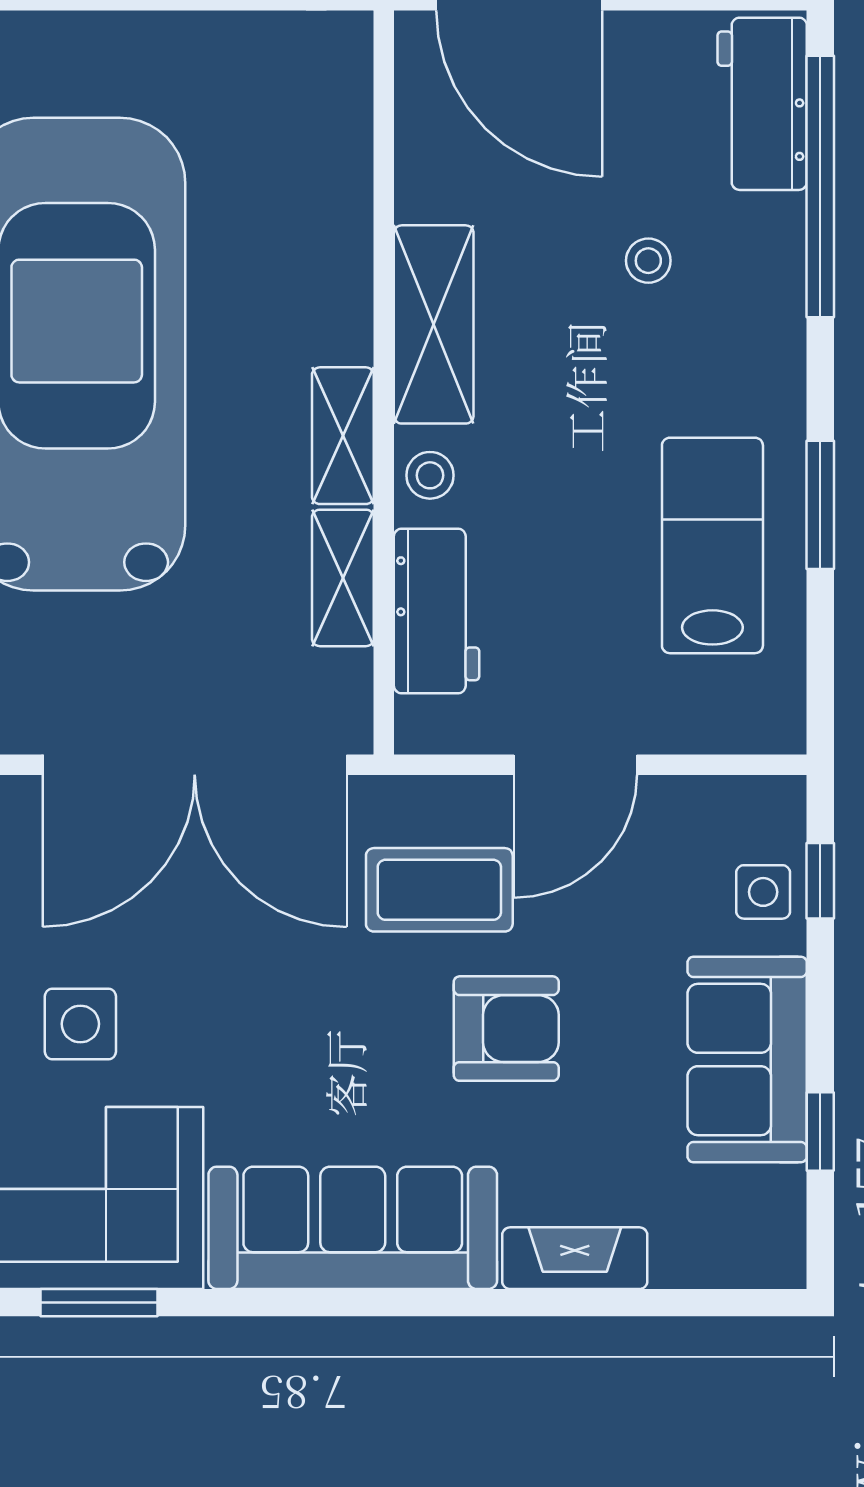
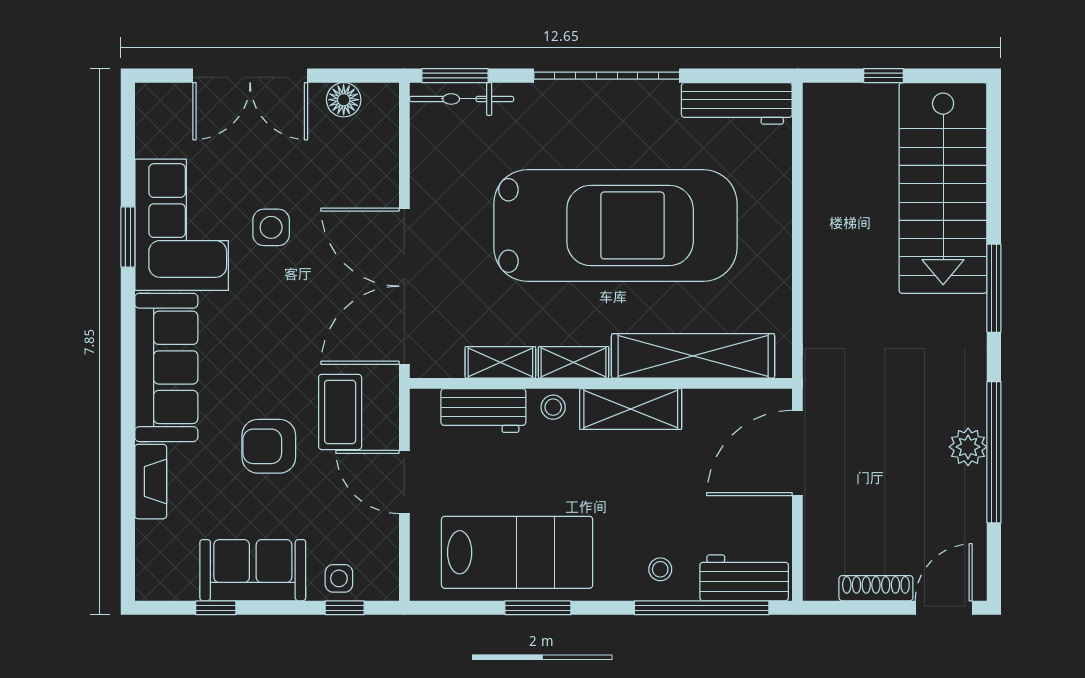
shelving: (330, 203) -> (693, 356), added
stool: (648, 261) -> (660, 569), moved
lab bench: (712, 545) -> (517, 552), width x1.36, depth x1.39
armchair: (506, 1029) -> (269, 446), turned 90

